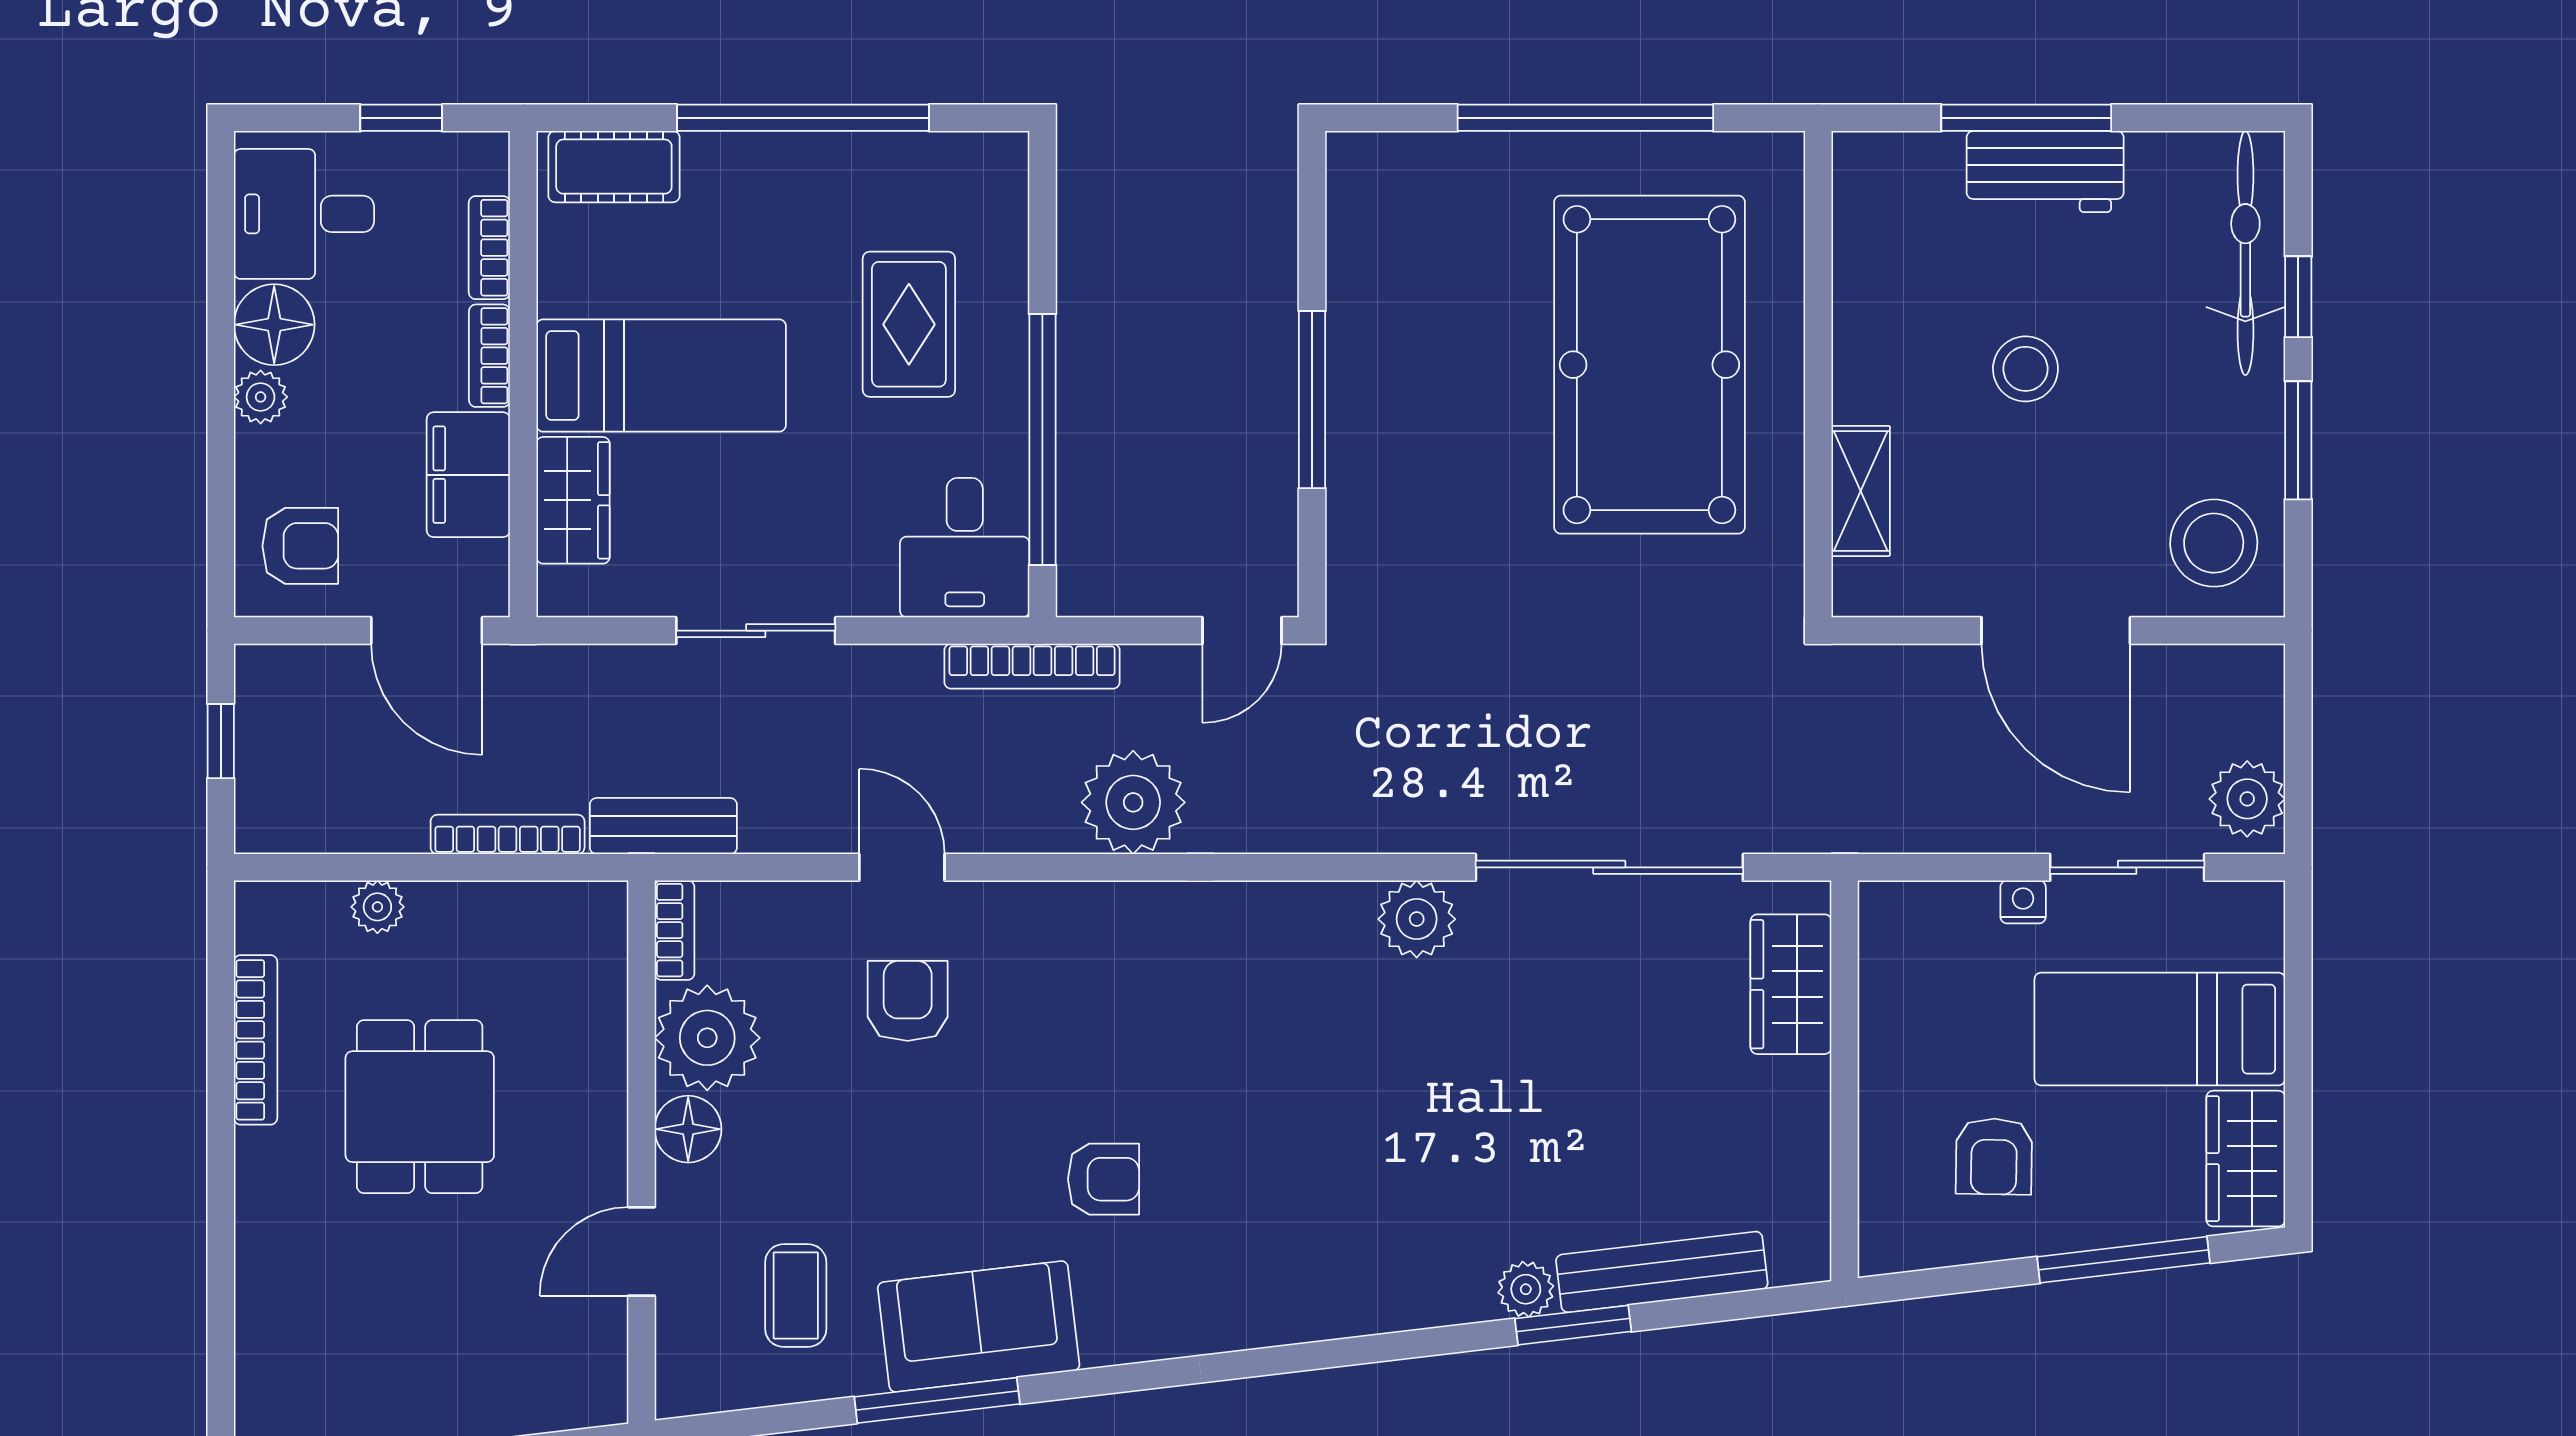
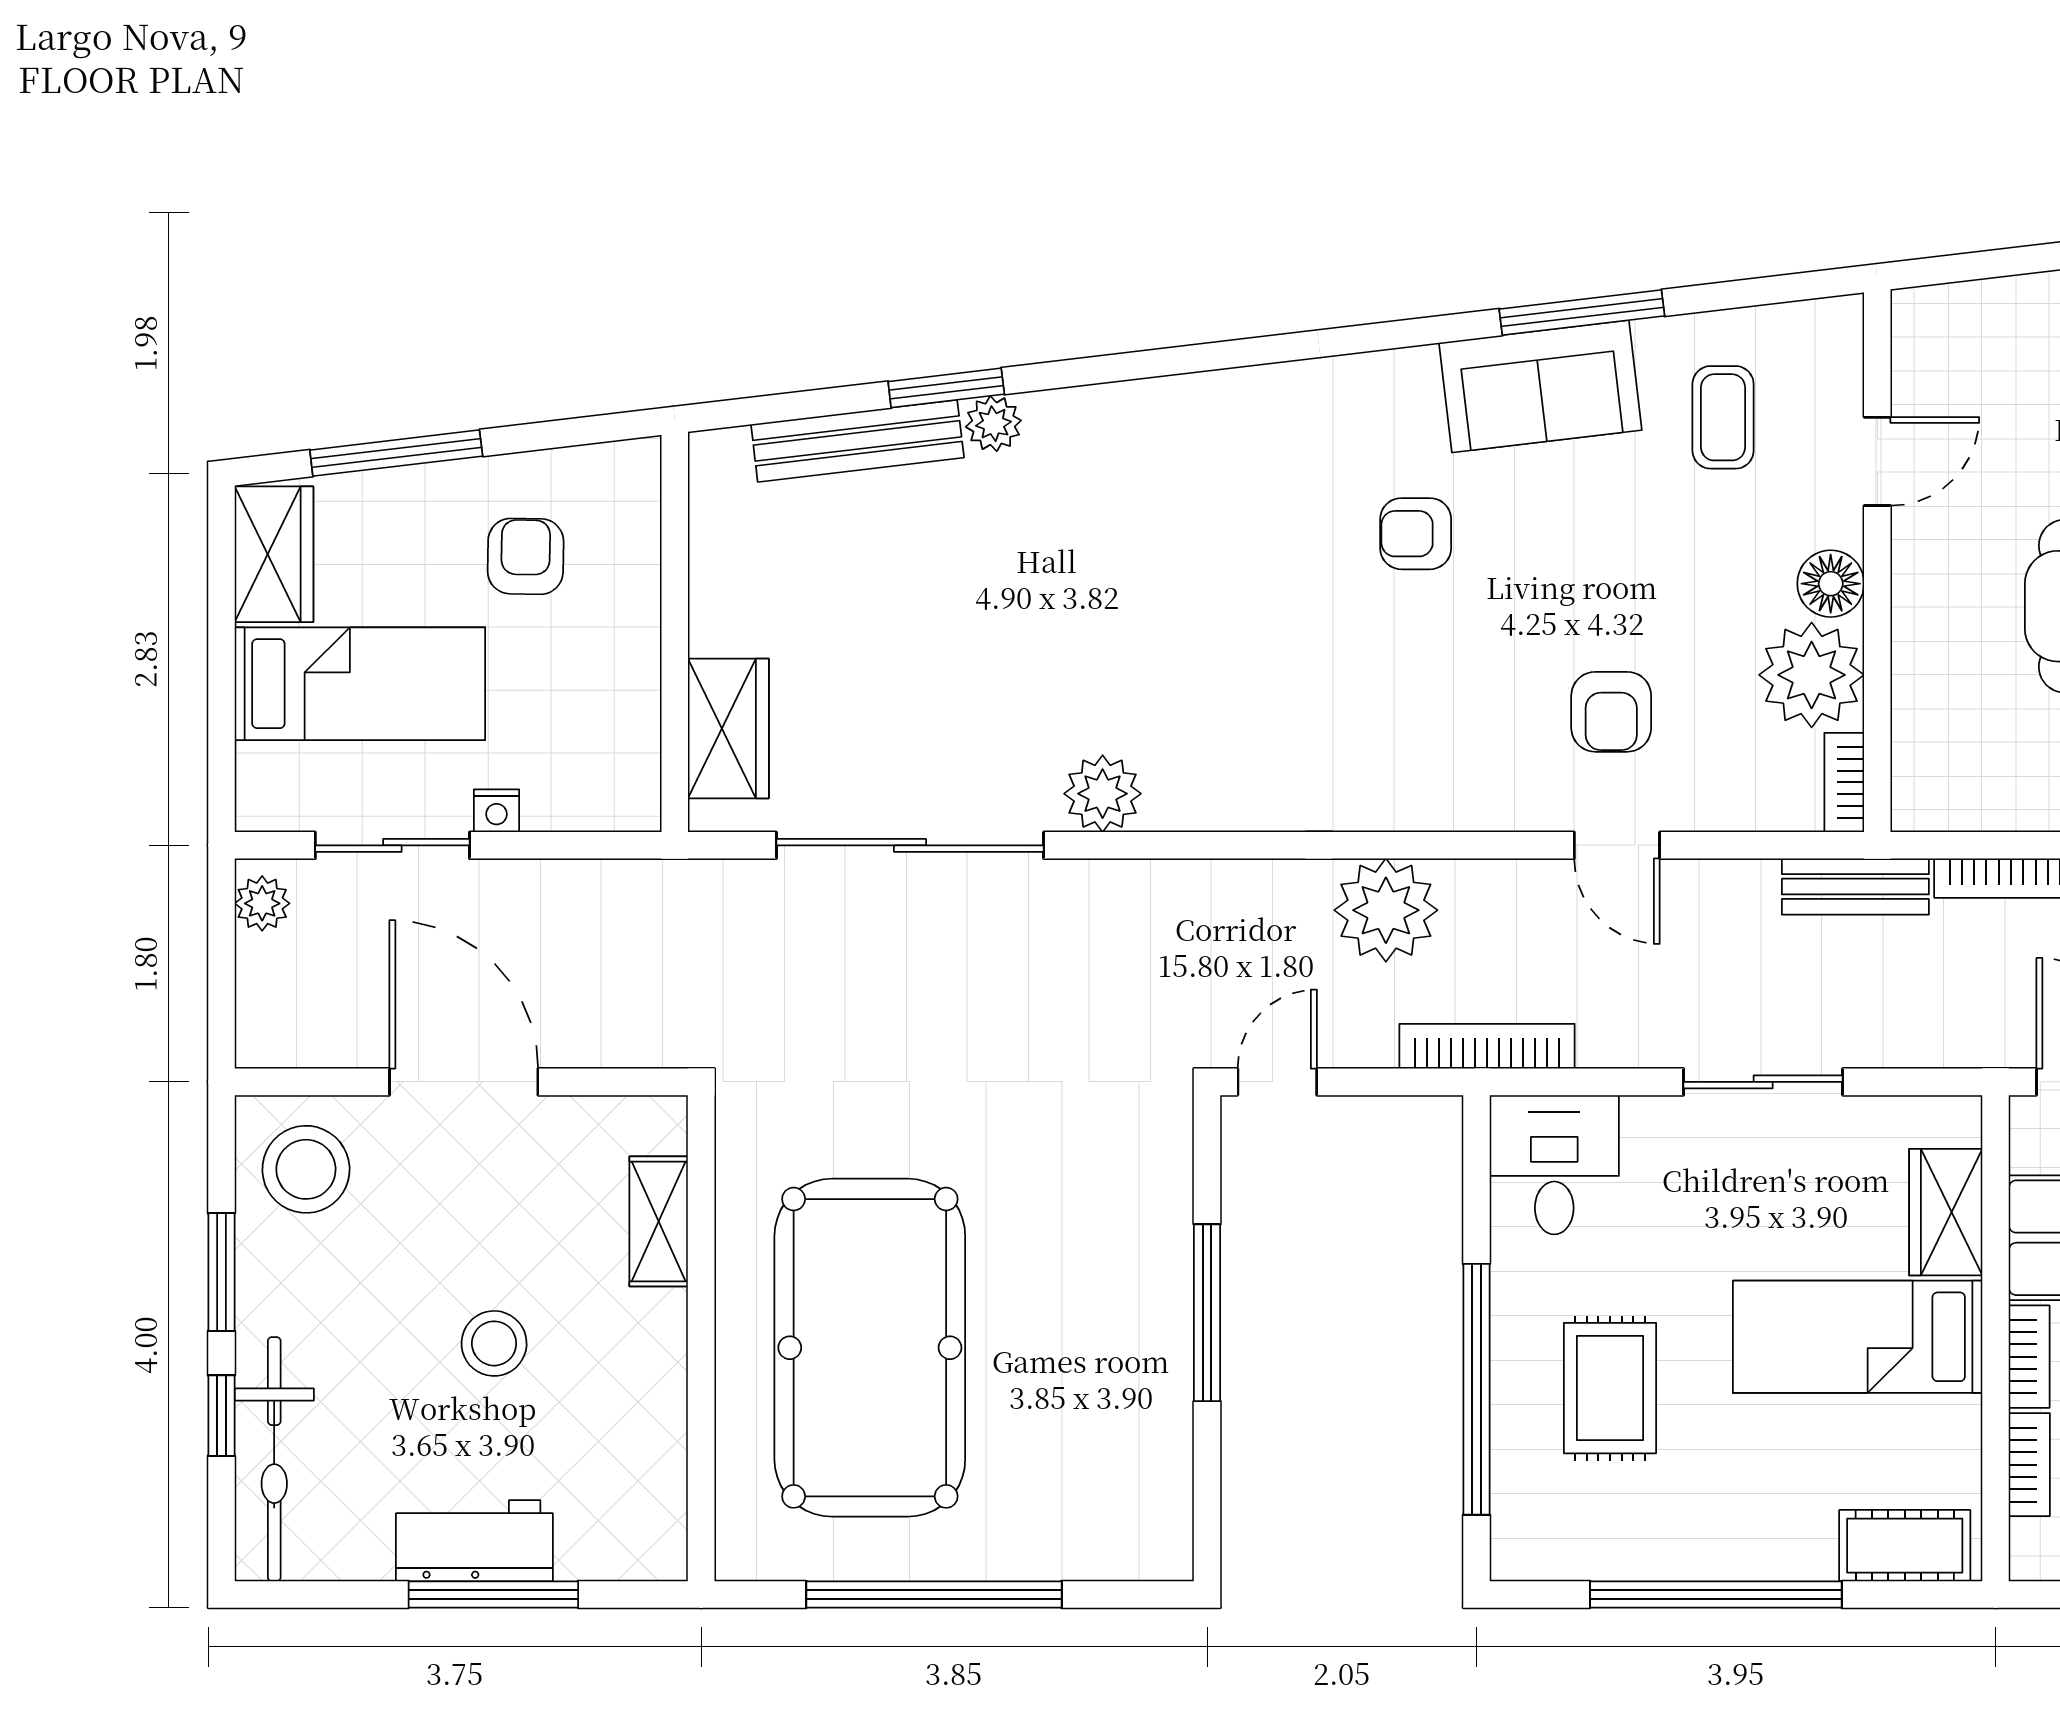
window: (1042, 440) -> (1476, 1389), moved
plant: (2247, 799) -> (262, 903), width x0.73, depth x0.73

